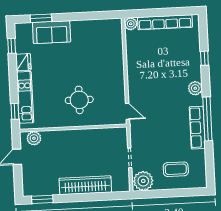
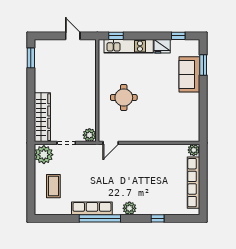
plant: (34, 138) -> (89, 135), moved
wardrobe: (85, 185) -> (42, 117), moved

